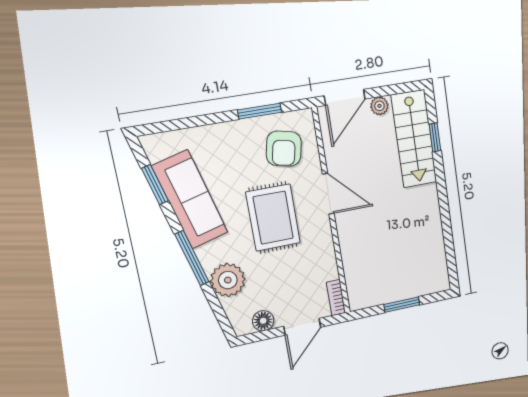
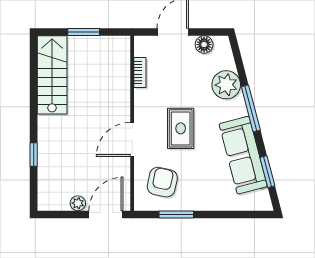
window: (435, 137) -> (34, 155), moved
stairs: (414, 139) -> (52, 75), moved
door: (328, 194) -> (132, 139), hinge flipped
rug: (273, 218) -> (181, 128), width x0.73, depth x0.70
bookcase: (336, 298) -> (140, 72), moved

